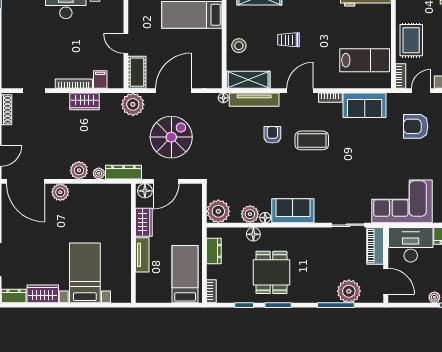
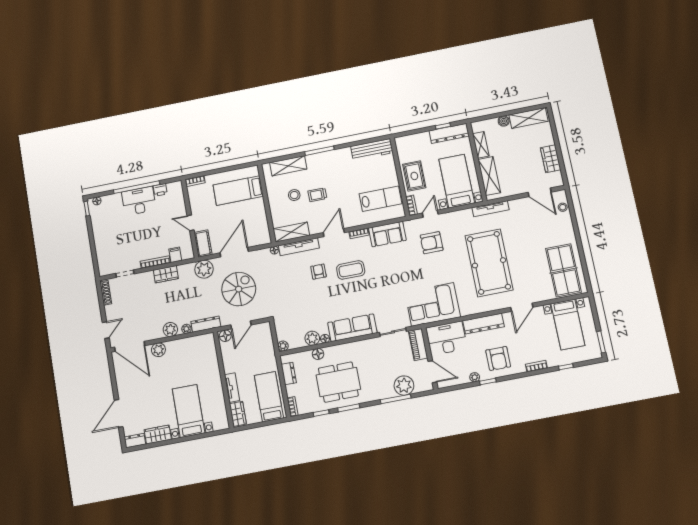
stool: (239, 46) -> (294, 195), moved
plant: (218, 211) -> (283, 346), width x0.53, depth x0.53
sofa: (293, 211) -> (352, 328), width x1.36
wardrobe: (144, 222) -> (238, 414), moved
dining table: (271, 272) -> (338, 382), width x1.37

